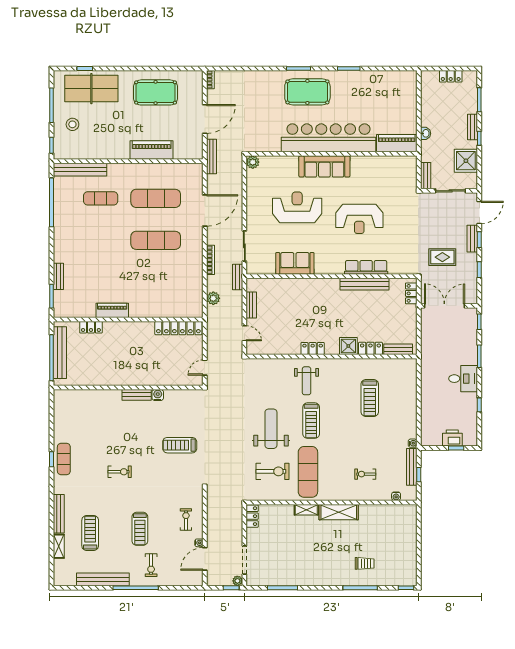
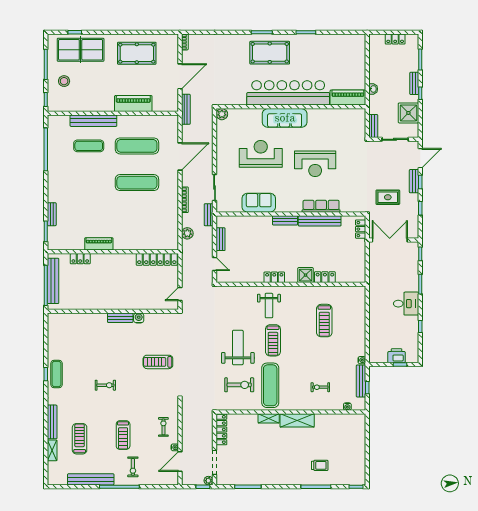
bench: (80, 170) -> (93, 121), moved
bench: (398, 349) -> (285, 220), moved
locker: (252, 516) -> (221, 429), width x1.53

